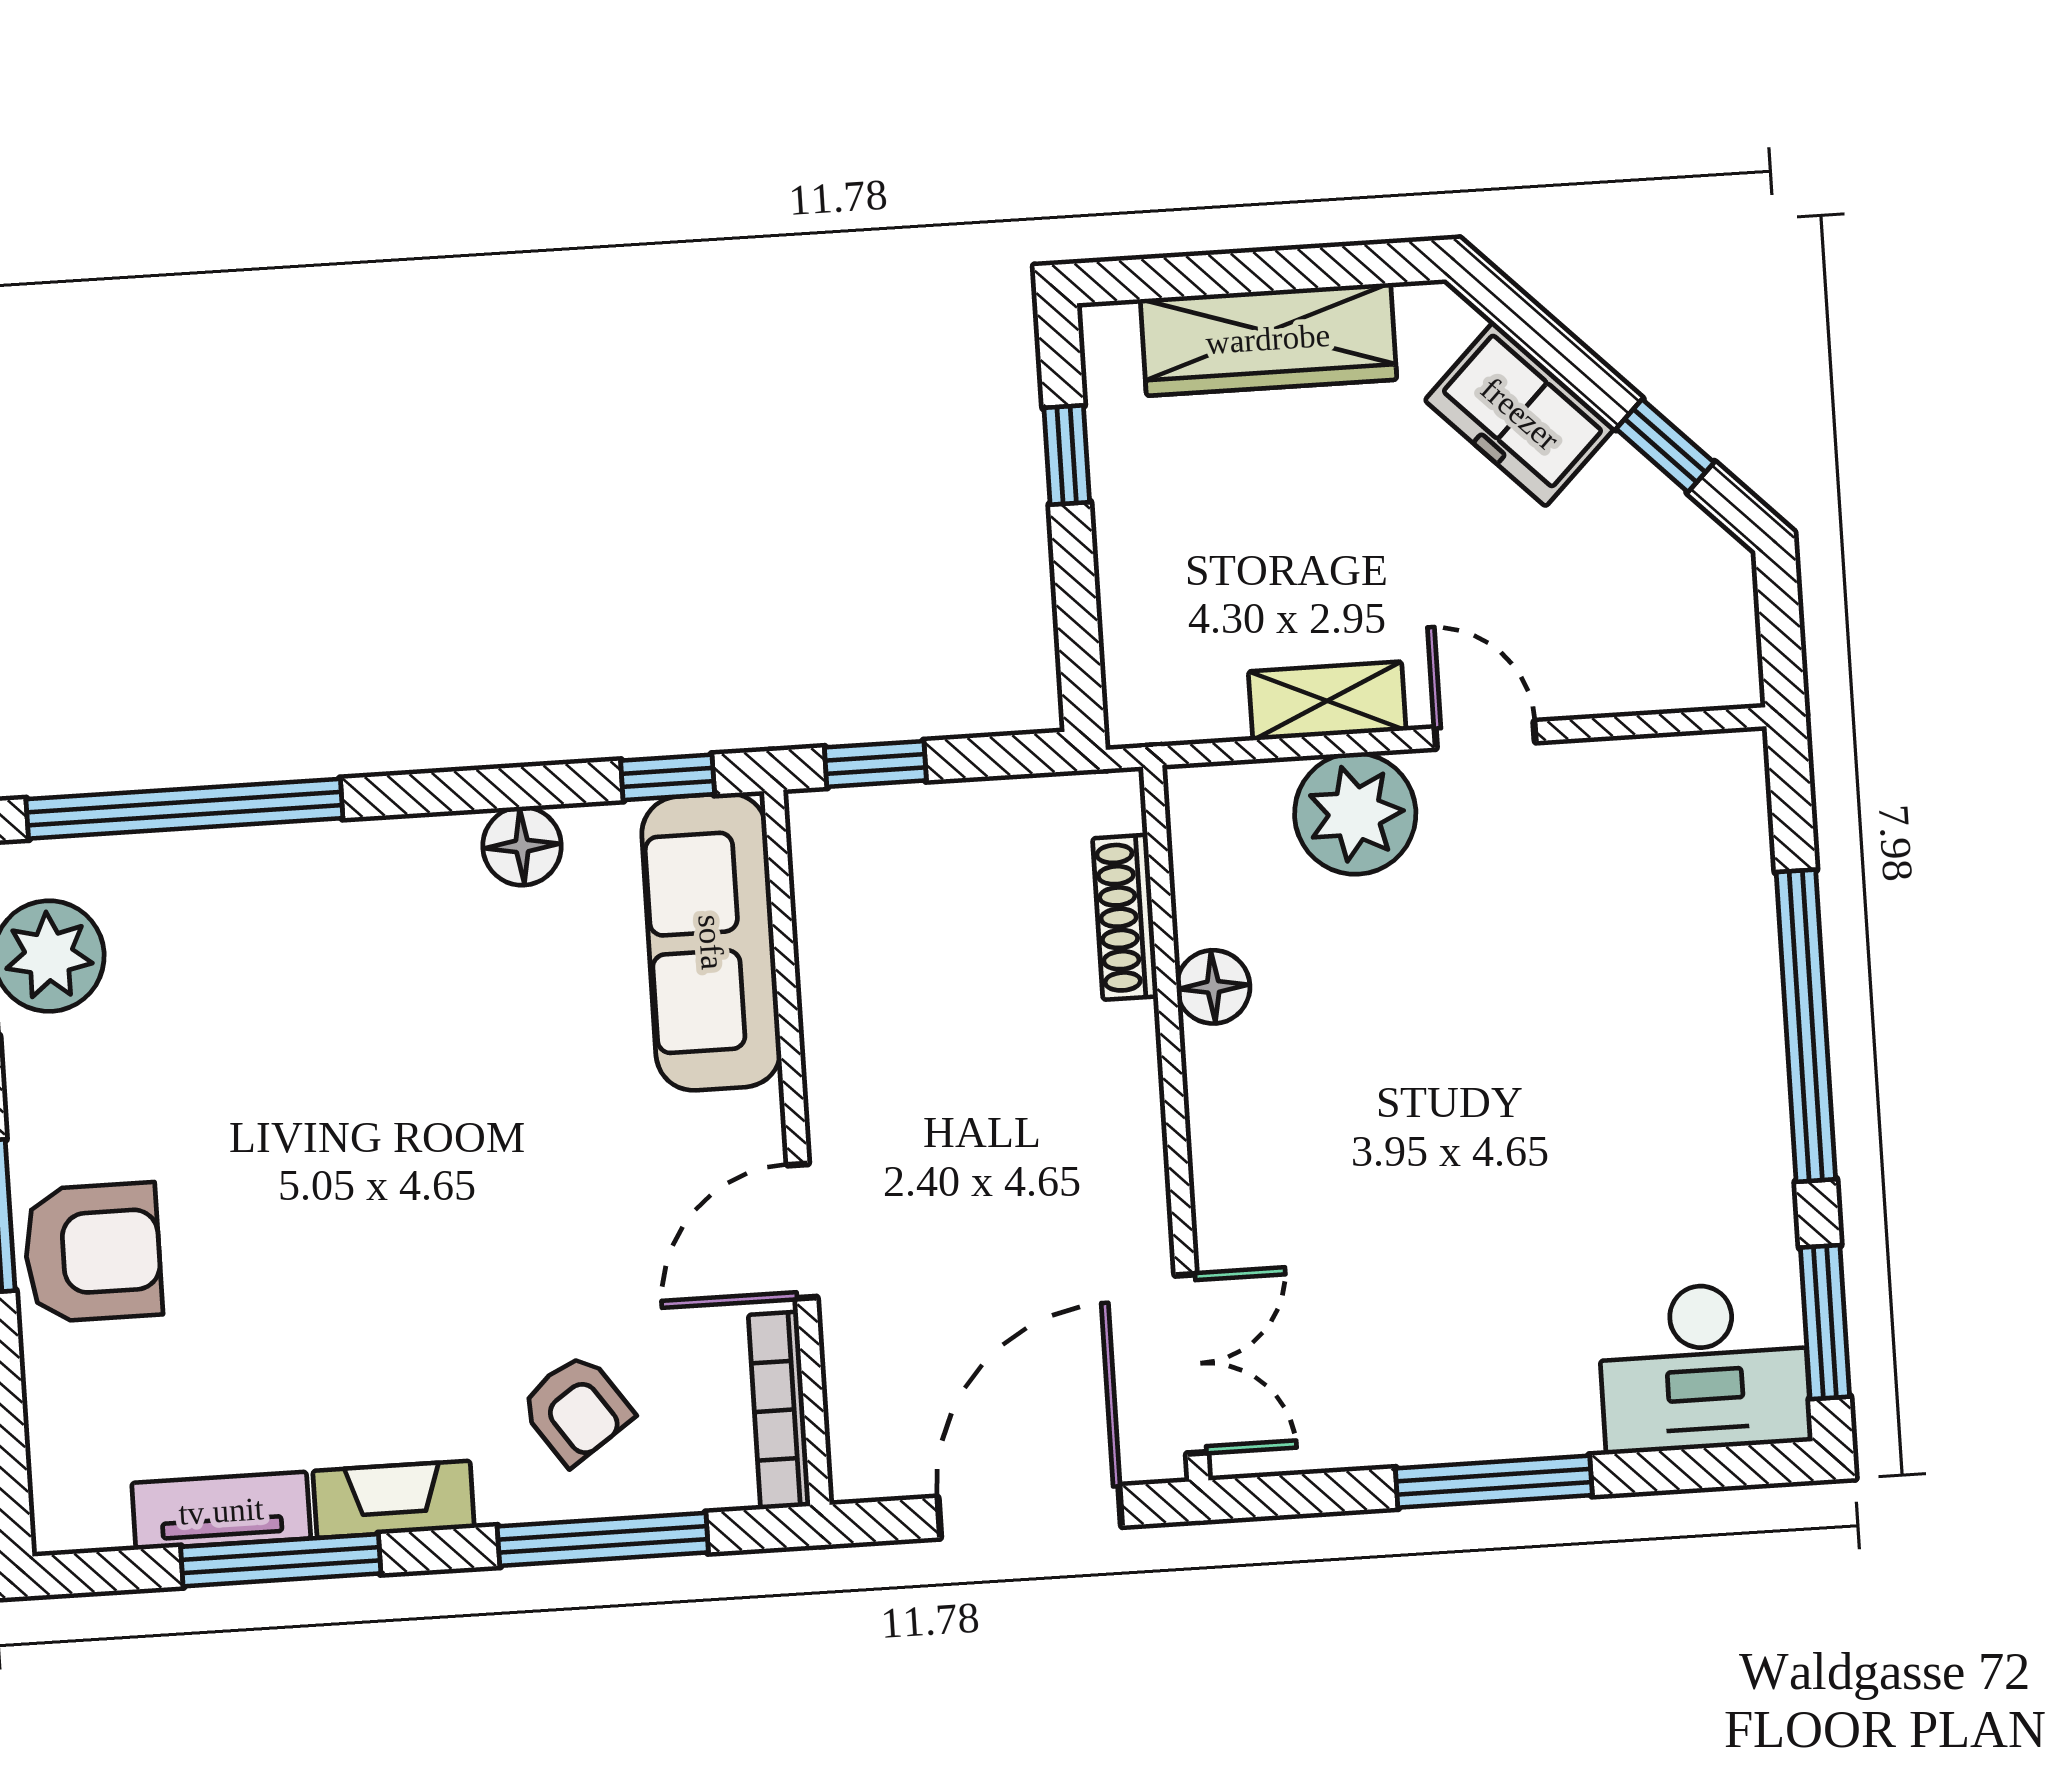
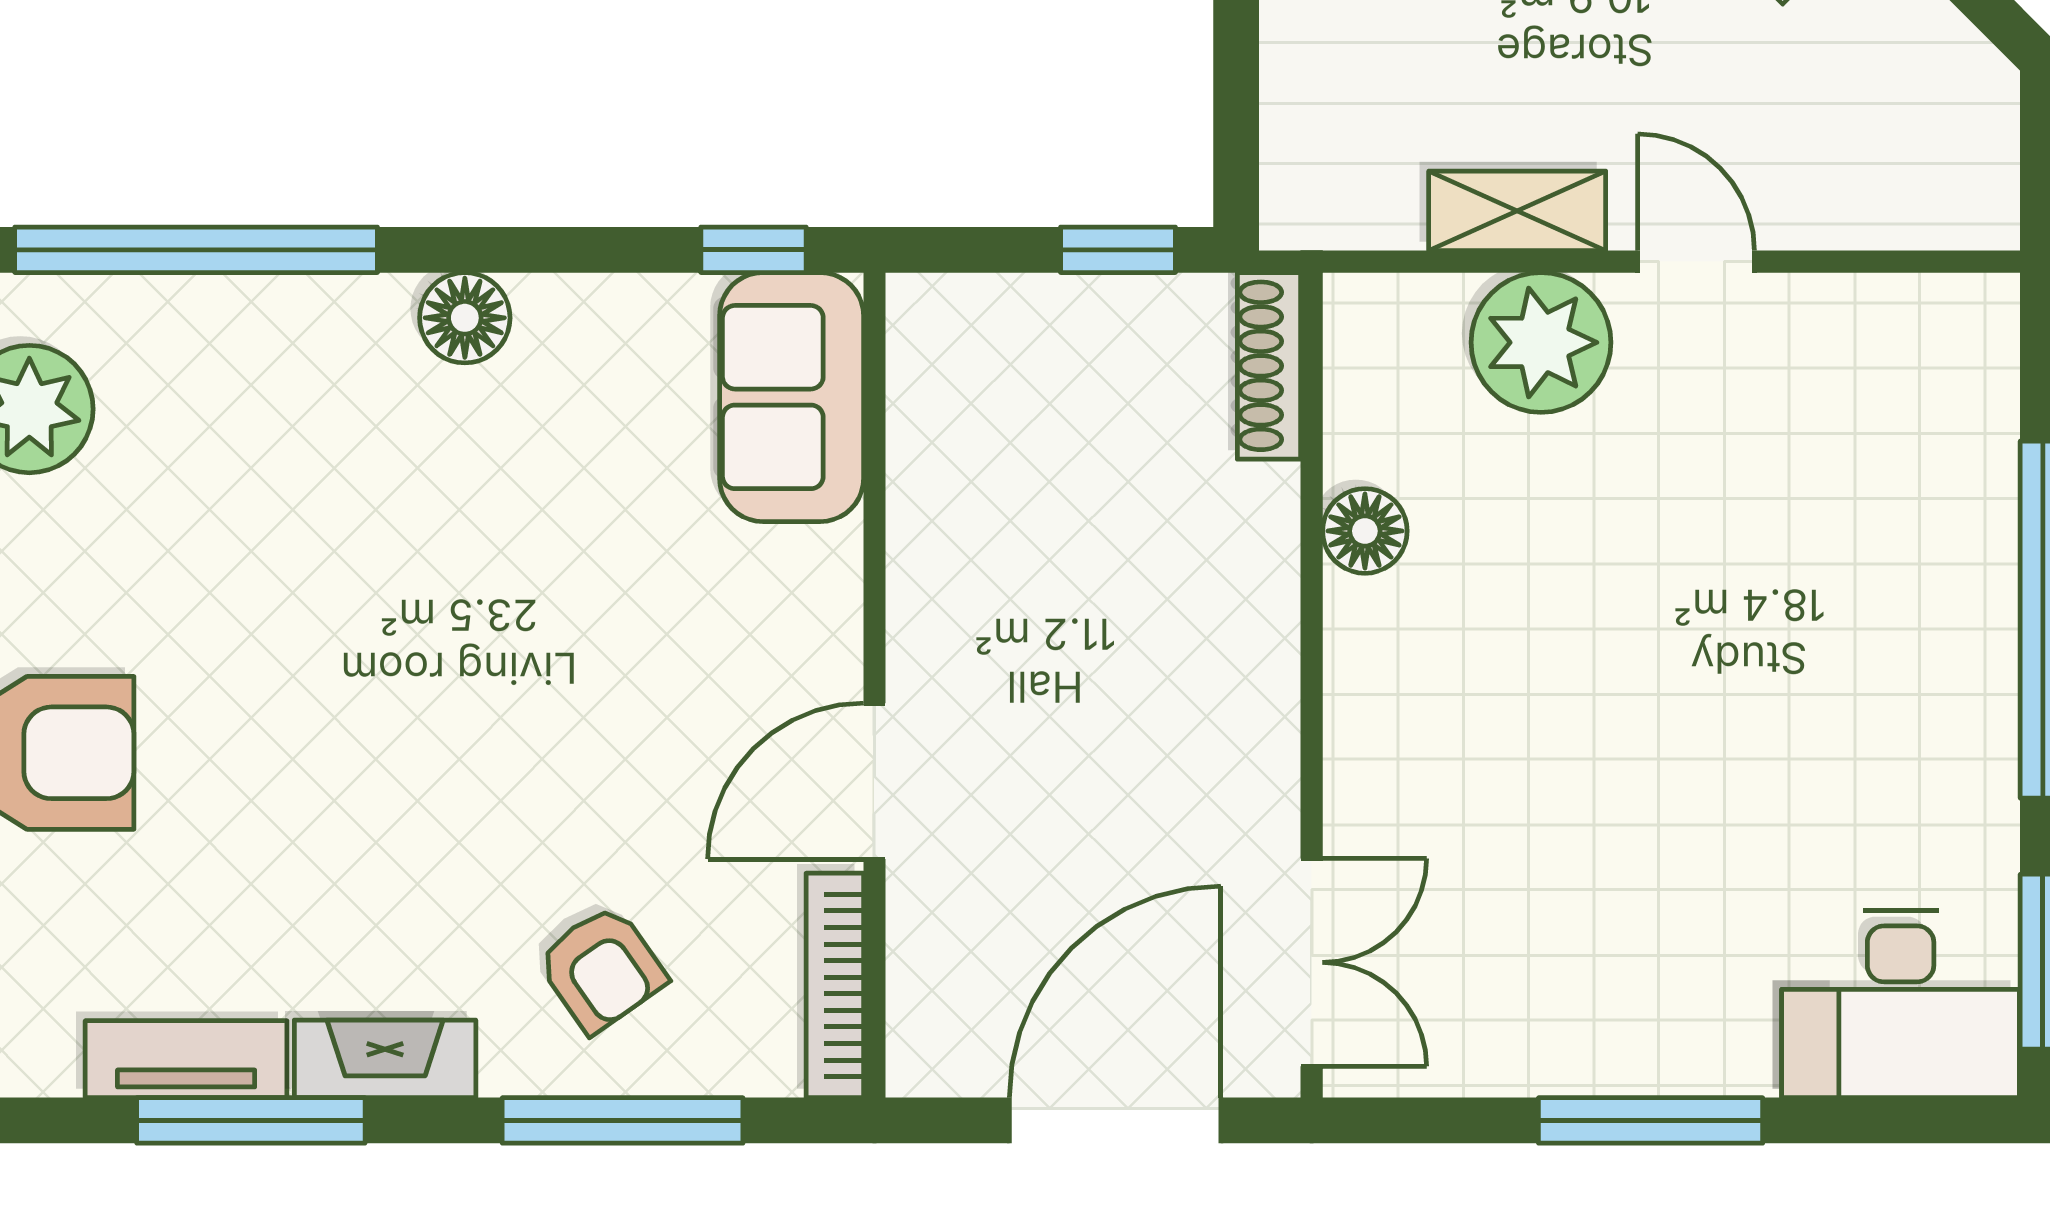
window: (875, 764) -> (1118, 250), moved
floor lamp: (522, 846) -> (465, 318), moved
shoe rack: (1125, 917) -> (1269, 366), moved
sofa: (711, 942) -> (792, 397), width x0.73

